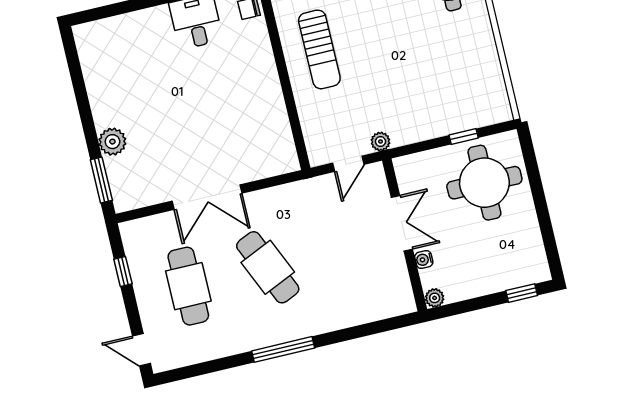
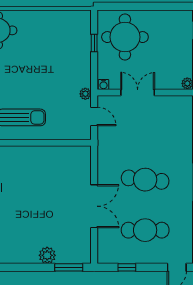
water cooler: (424, 259) -> (104, 84), moved
cafe table: (268, 267) -> (145, 180), turned 30

